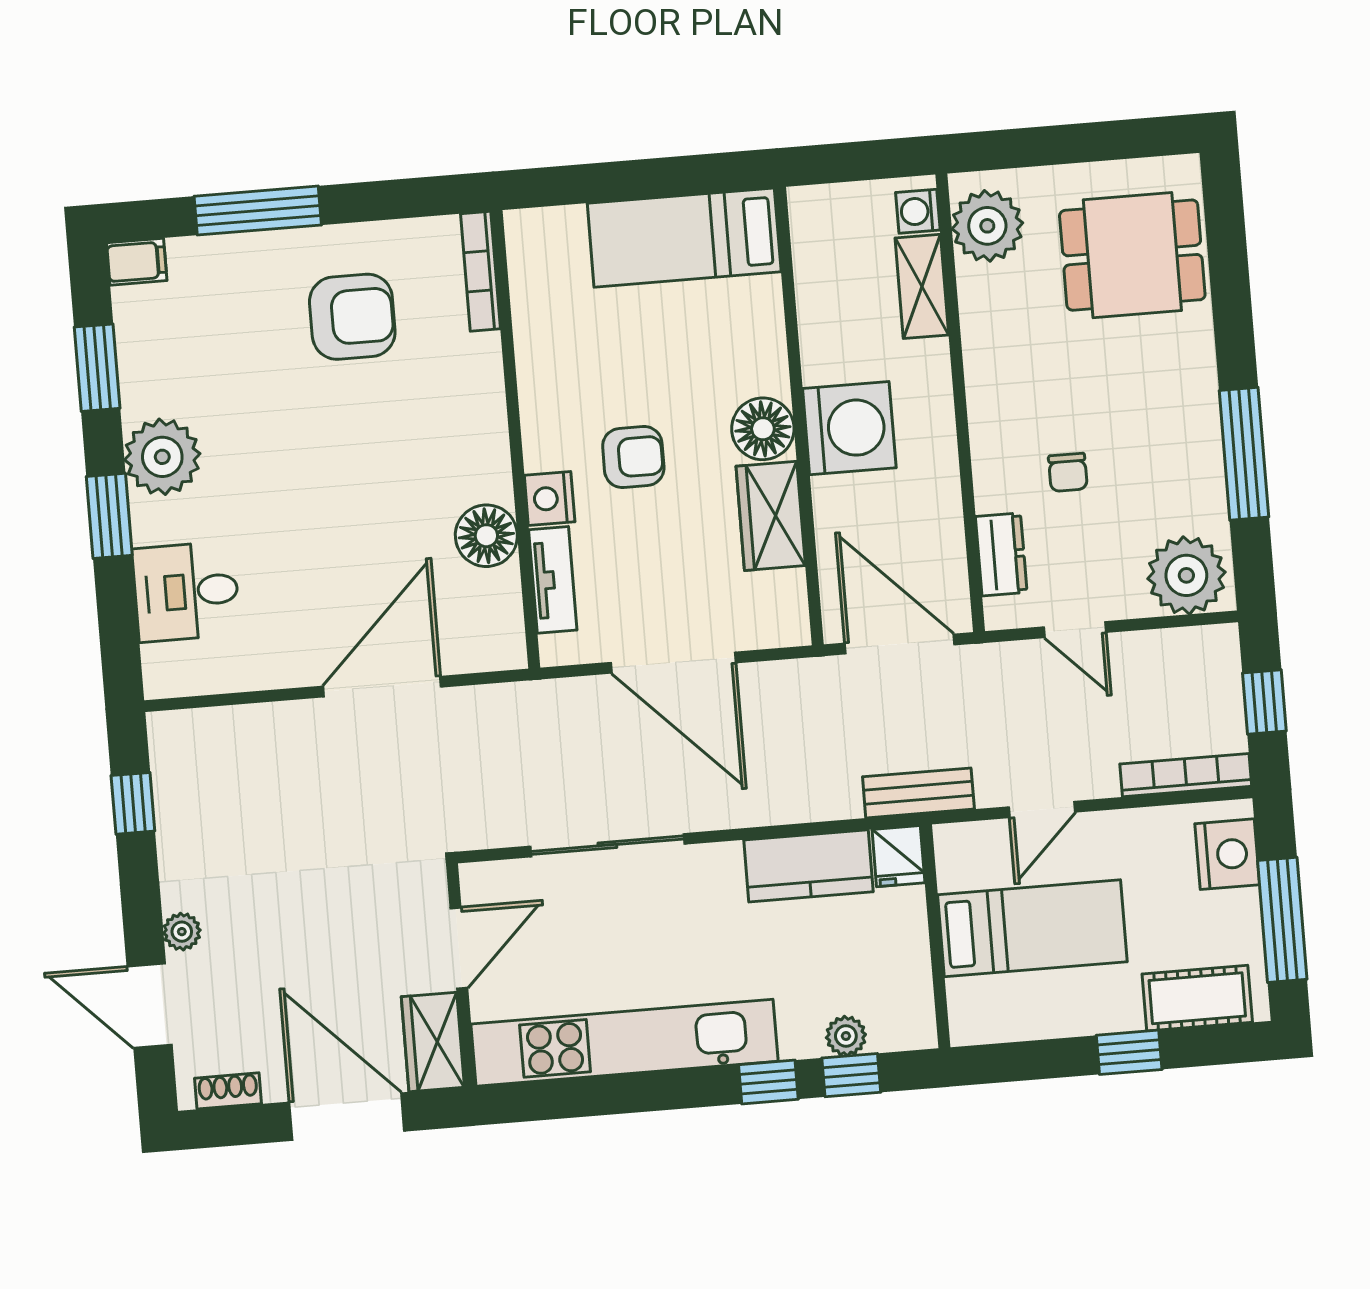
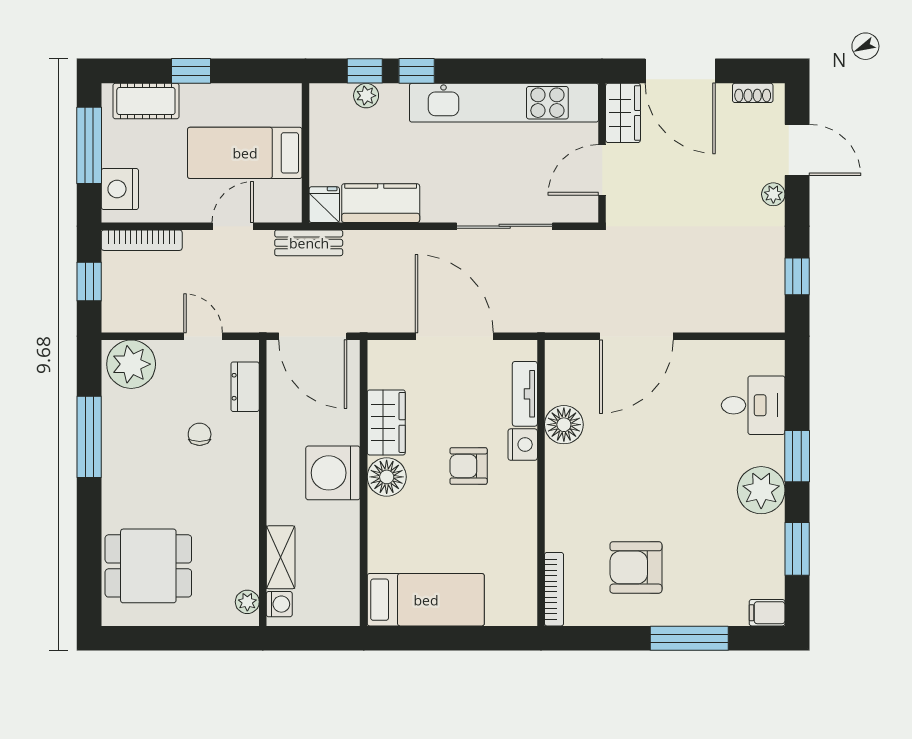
plant: (987, 226) -> (247, 602), width x0.53, depth x0.53

